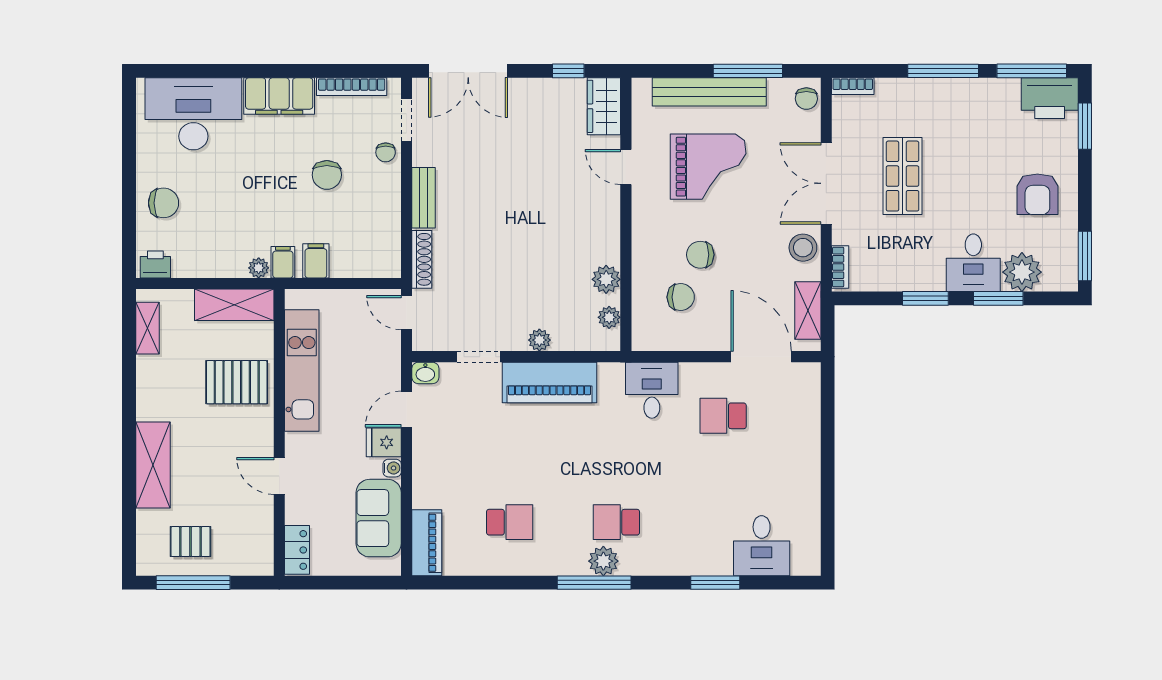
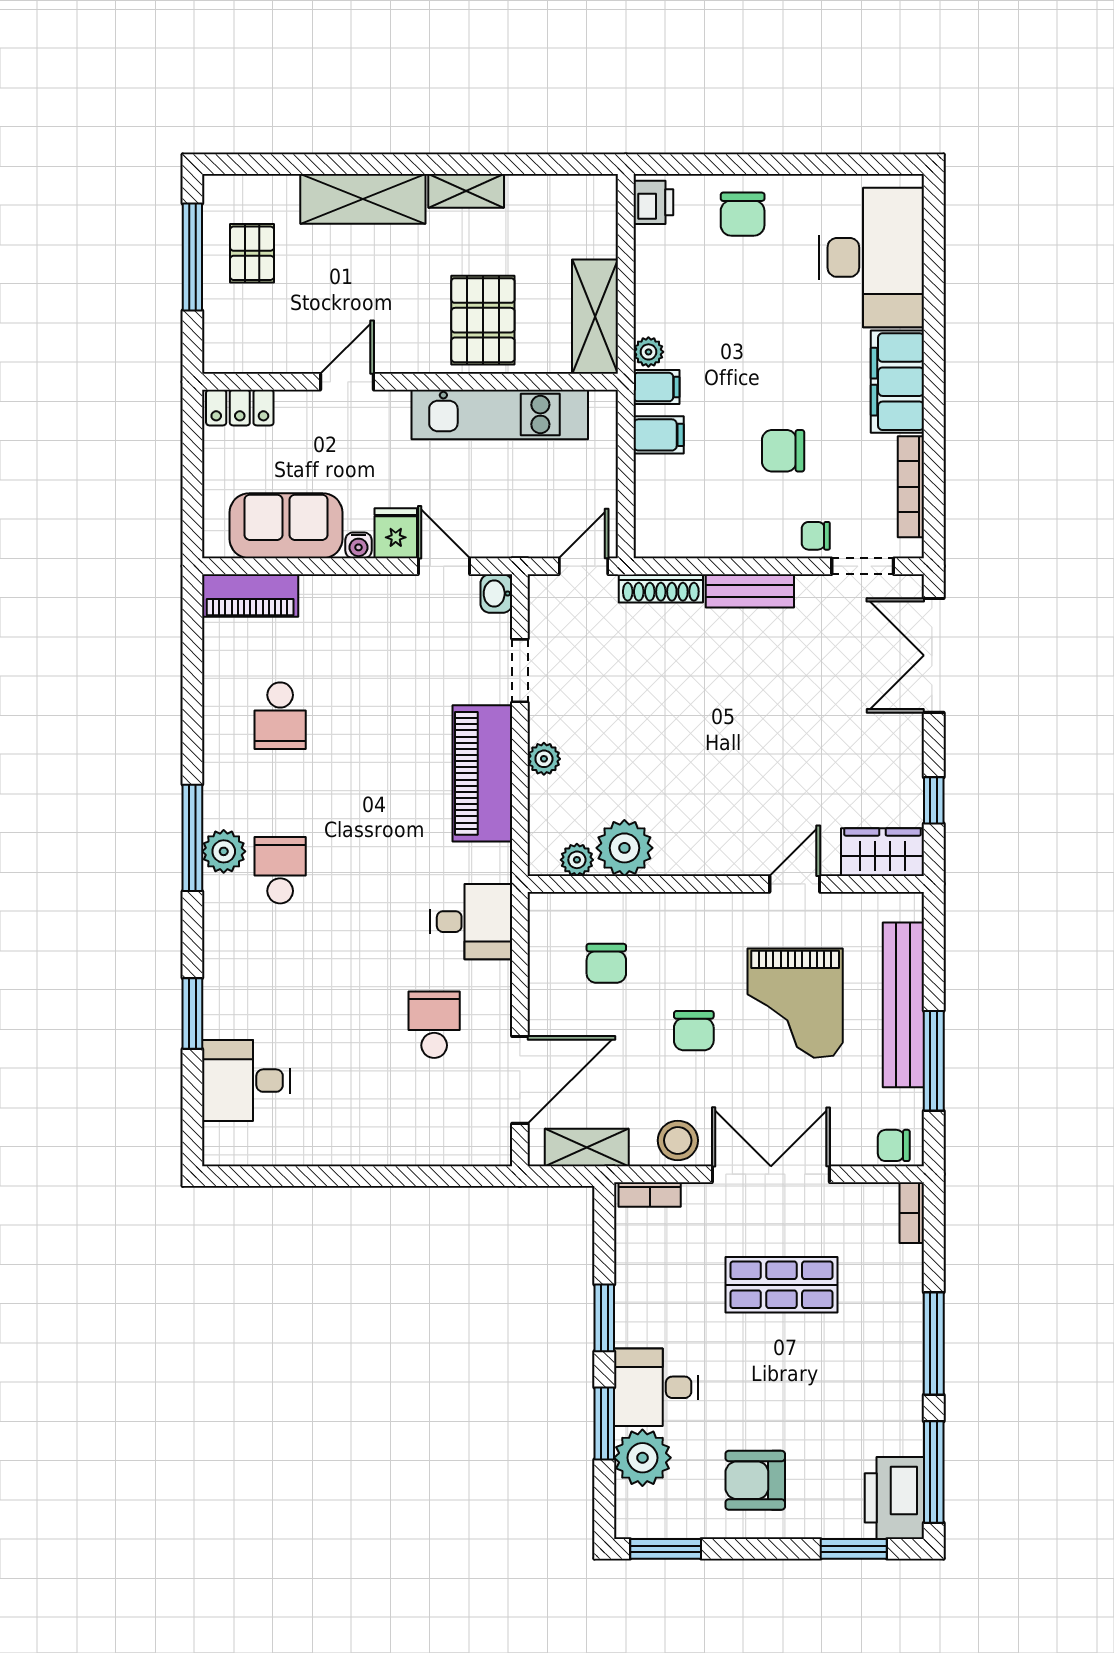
chair: (700, 255) -> (694, 1031), moved, turned 180
plant: (606, 279) -> (624, 848), width x1.36, depth x1.36
shelving: (147, 328) -> (466, 191), moved

